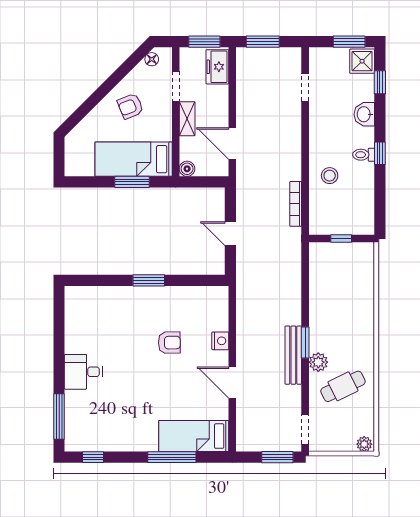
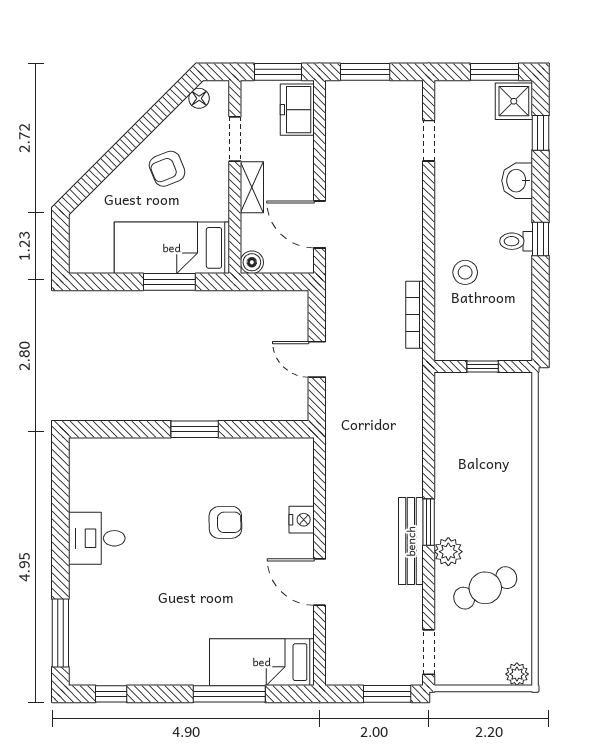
desk: (83, 372) -> (97, 538), moved

